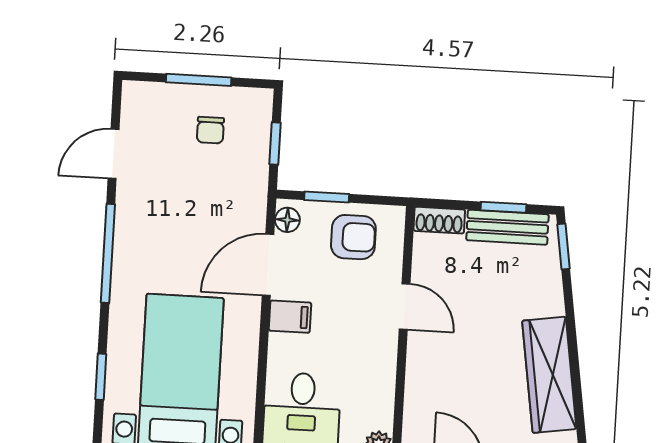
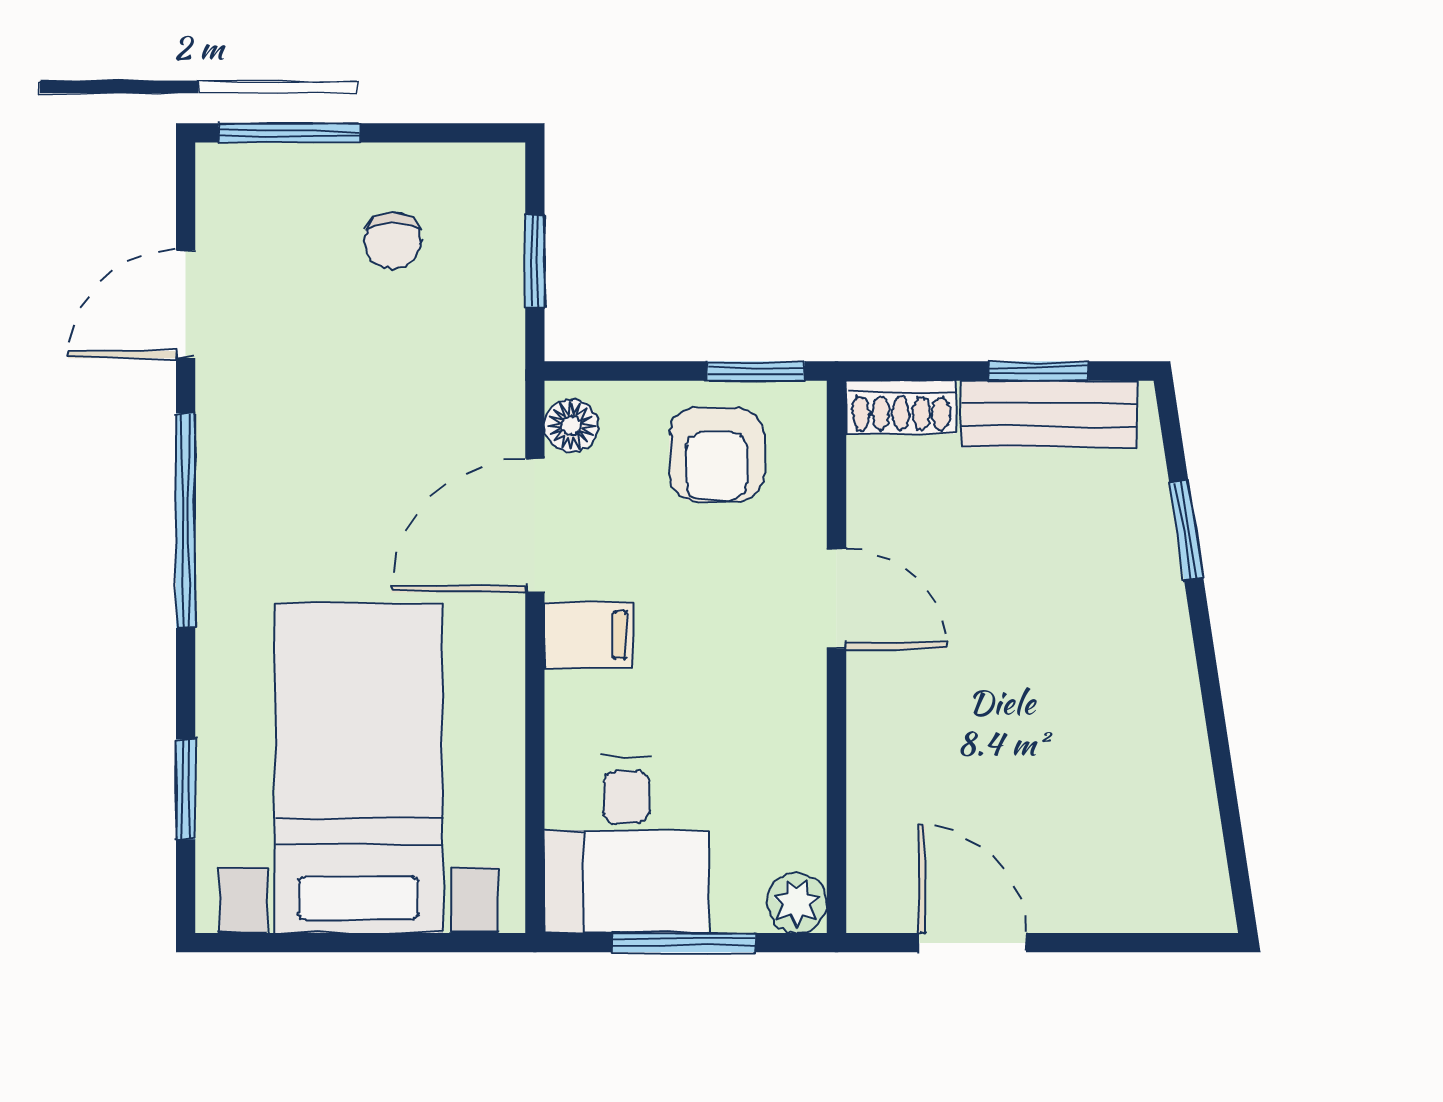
window: (199, 80) -> (289, 133), moved
window: (327, 197) -> (756, 371), moved
armchair: (353, 237) -> (717, 454), turned 90
window: (564, 246) -> (1186, 530), moved
wardrobe: (549, 375) -> (1159, 729), removed

